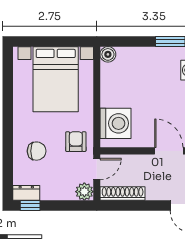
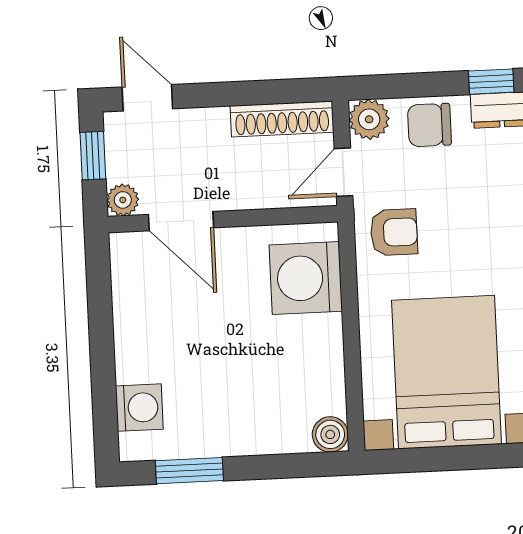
armchair: (76, 142) -> (394, 232), turned -90
chair: (37, 151) -> (429, 125), moved

